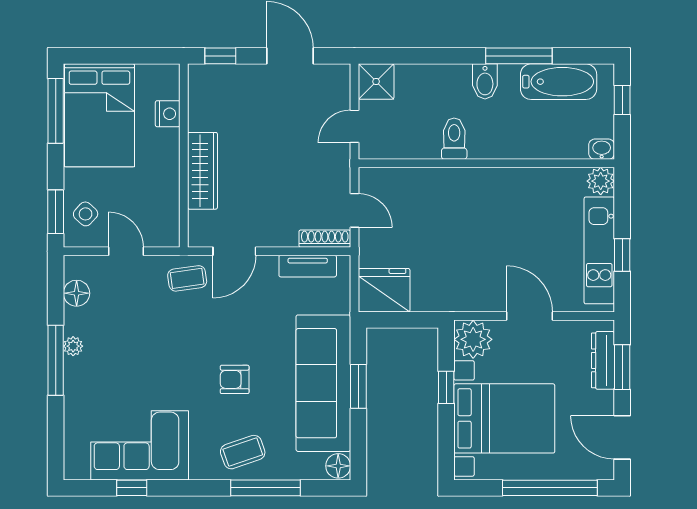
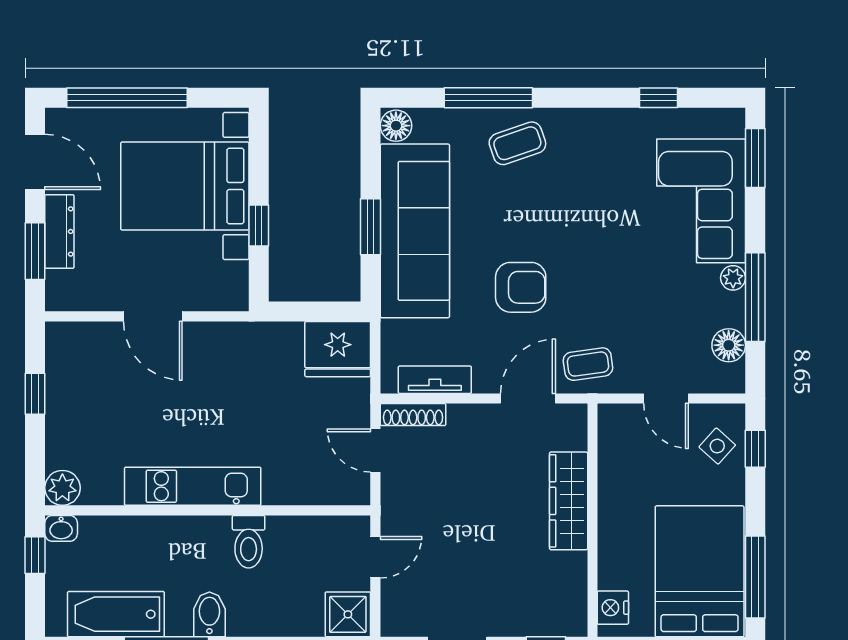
window: (622, 100) -> (35, 555), moved
nightstand: (168, 114) -> (613, 608), moved
window: (56, 212) -> (755, 449), width x0.67
kitchen unit: (599, 250) -> (193, 486), moved, turned -90
plant: (473, 339) -> (225, 286), removed
window: (56, 360) -> (755, 297), moved
dresser: (603, 360) -> (59, 231), moved
armchair: (235, 379) -> (521, 287), moved, width x1.38, depth x1.38
window: (56, 440) -> (755, 158), added
corner sofa: (140, 445) -> (701, 201), moved, turned 90

